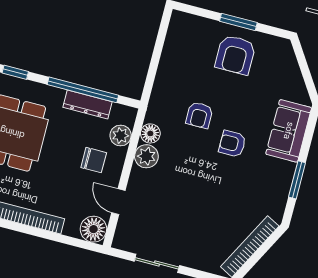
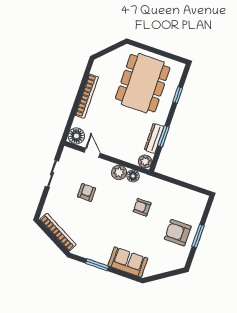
window: (83, 90) -> (163, 136), width x0.47
plant: (121, 136) -> (145, 161), moved
armchair: (232, 144) -> (87, 192), moved
chair: (94, 160) -> (119, 139), removed
door: (118, 202) -> (92, 153), hinge flipped

